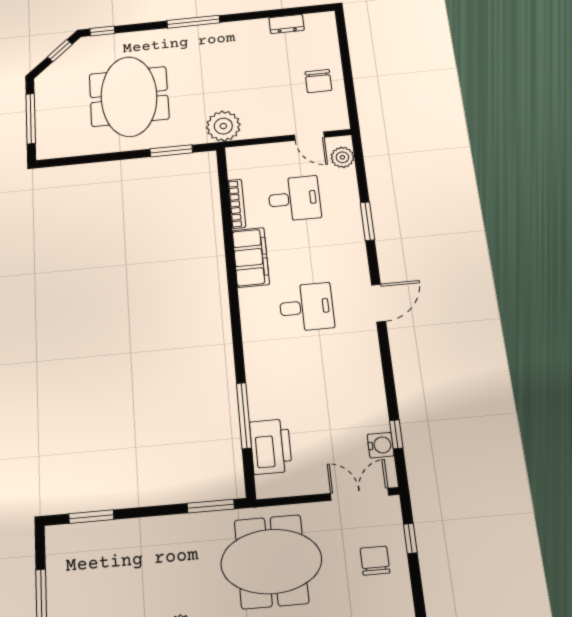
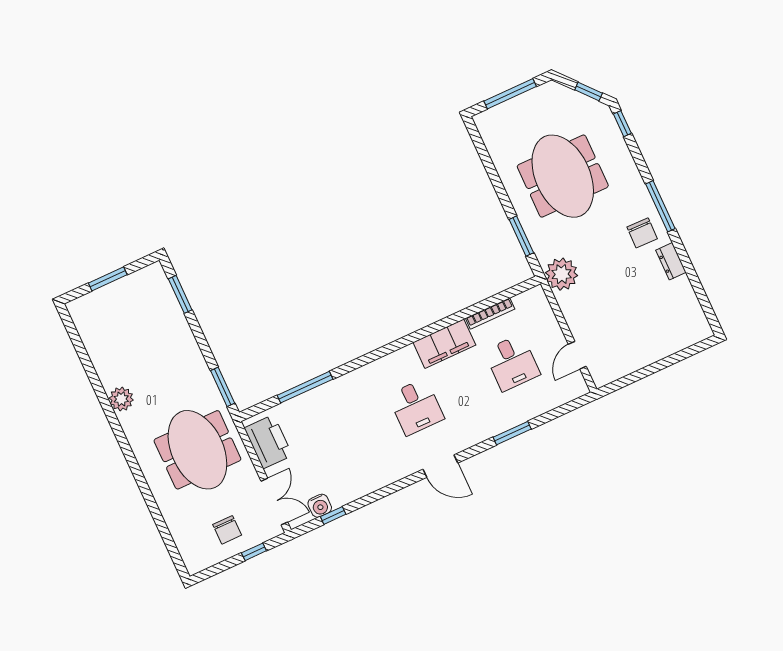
dresser: (287, 24) -> (671, 261), moved
chair: (318, 81) -> (642, 233), moved, turned -89
meeting table: (129, 96) -> (563, 176), turned 90
plant: (342, 157) -> (566, 392), removed
printer: (271, 447) -> (268, 442), moved, turned -90
chair: (375, 561) -> (227, 530), turned 90

